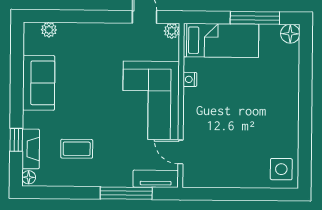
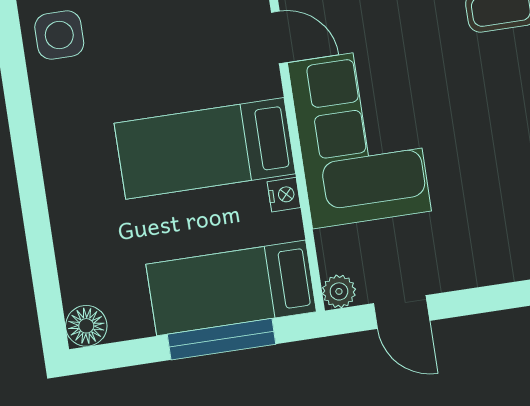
window: (255, 18) -> (222, 339), moved
bed: (223, 106) -> (205, 148), added

